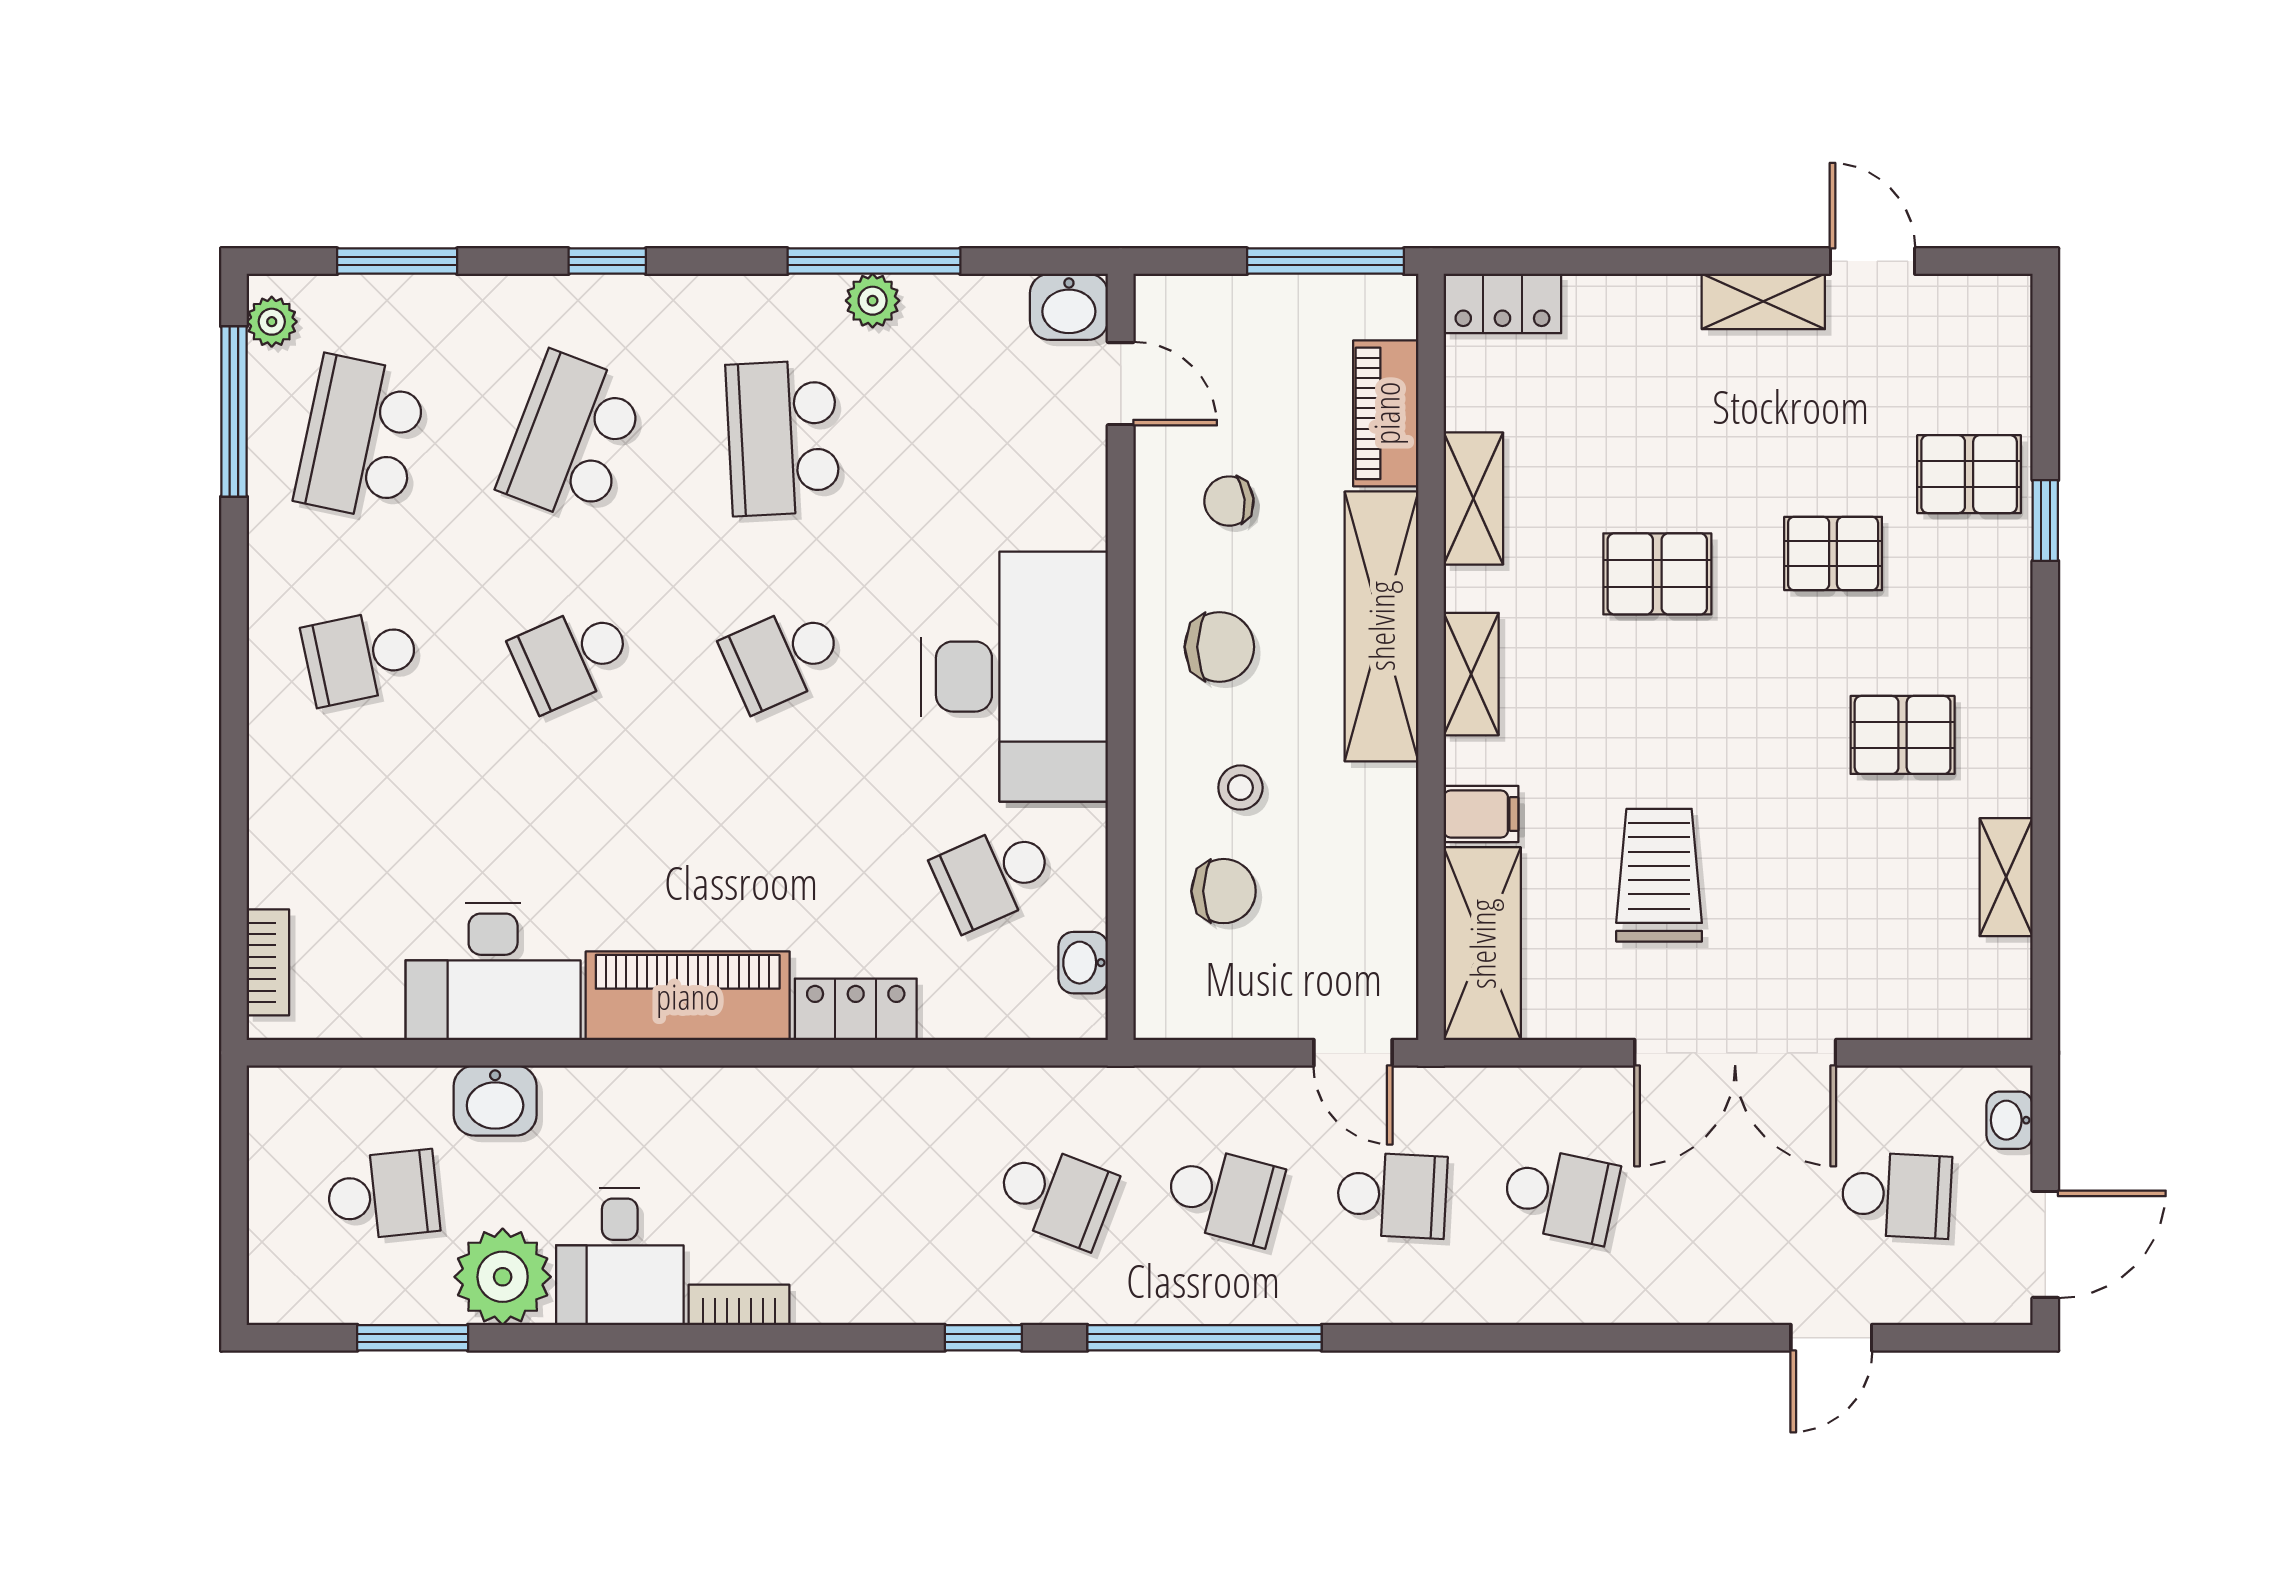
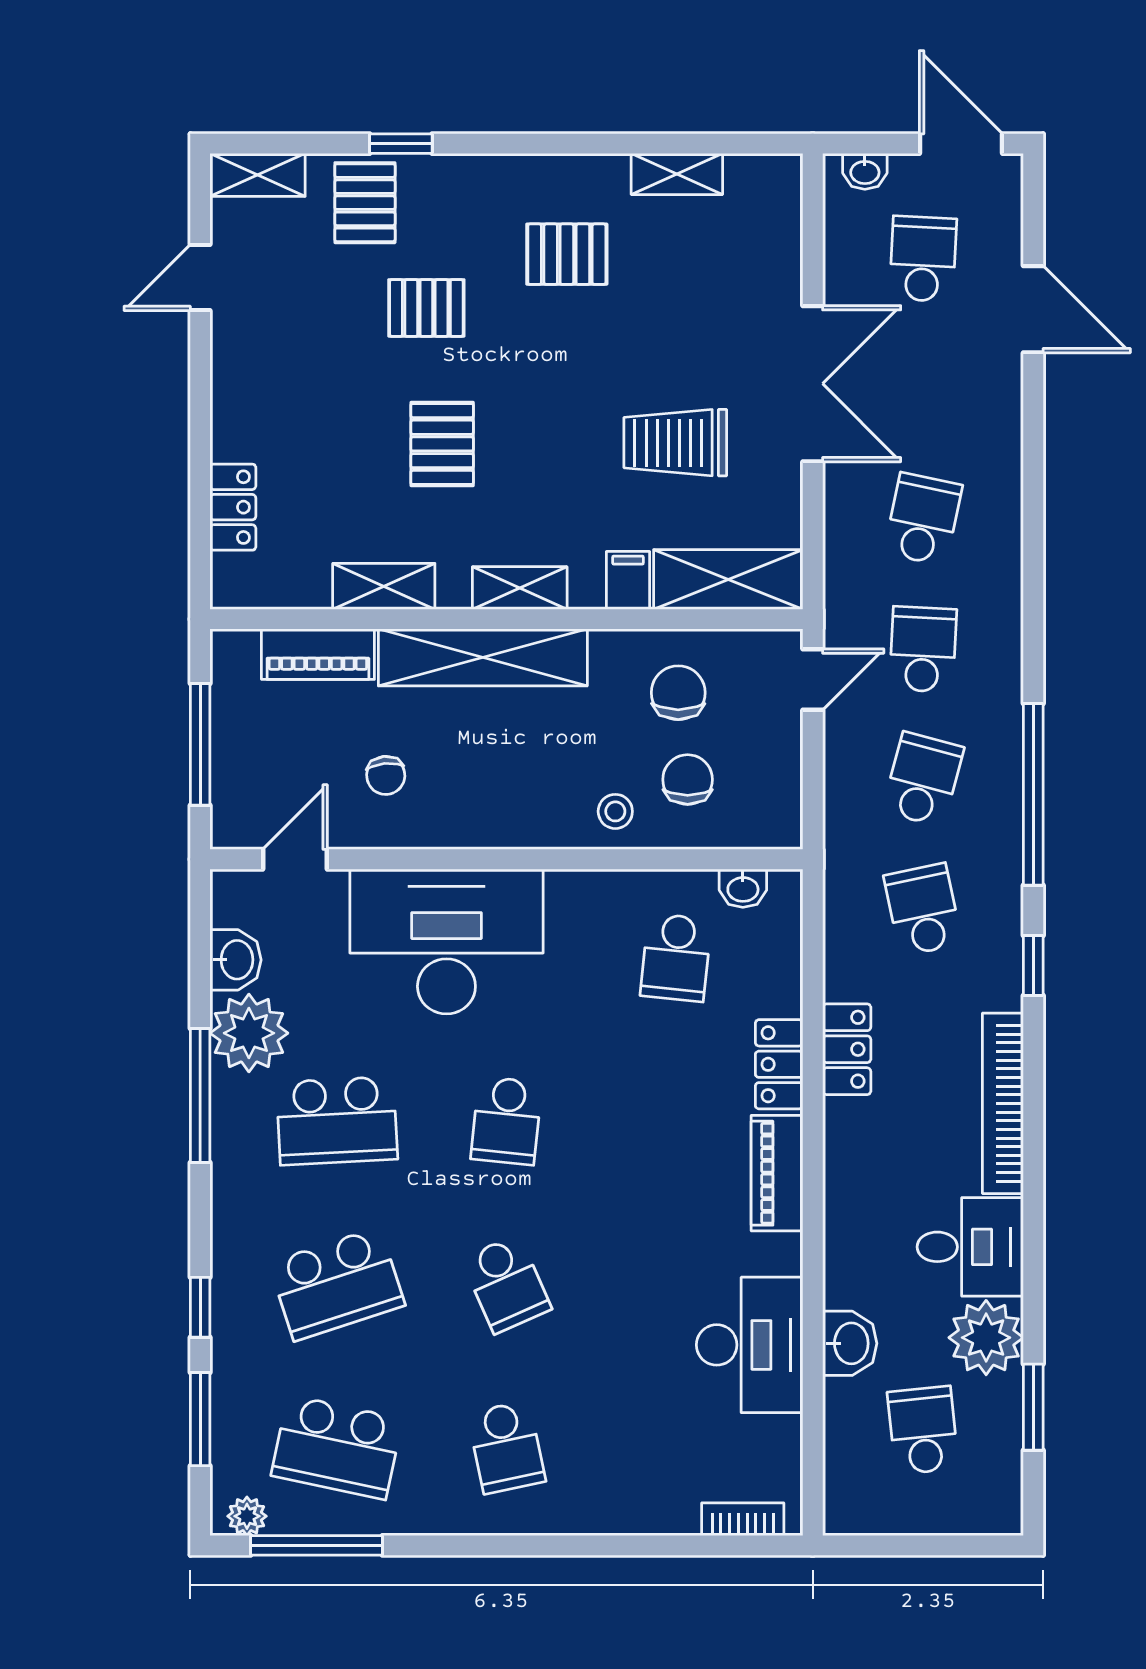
window: (607, 261) -> (200, 1307), moved
window: (874, 261) -> (200, 1095), moved
window: (1325, 261) -> (200, 744), moved
plant: (873, 301) -> (249, 1033), width x1.87, depth x1.87
shelving: (1763, 301) -> (258, 175), moved, turned 90
locker: (1502, 303) -> (233, 507), moved
washbasin: (1069, 307) -> (235, 960), moved
school desk: (572, 438) -> (337, 1284), turned -39
pallet: (1833, 554) -> (426, 308), turned 90
chair: (1219, 647) -> (678, 693), moved
school desk: (783, 657) -> (506, 1121), turned 30
desk: (1014, 677) -> (446, 941), moved
pallet: (1903, 735) -> (567, 254), turned 90
stool: (1240, 788) -> (615, 811), moved
school desk: (994, 876) -> (676, 957), turned 30
piano: (688, 996) -> (777, 1173), width x0.73, depth x0.75
locker: (875, 1097) -> (847, 1049), added
school desk: (1056, 1195) -> (923, 910), turned -33
bookcase: (739, 1305) -> (1003, 1103), width x2.31, depth x1.31
door: (1831, 1338) -> (1033, 309), width x1.38

